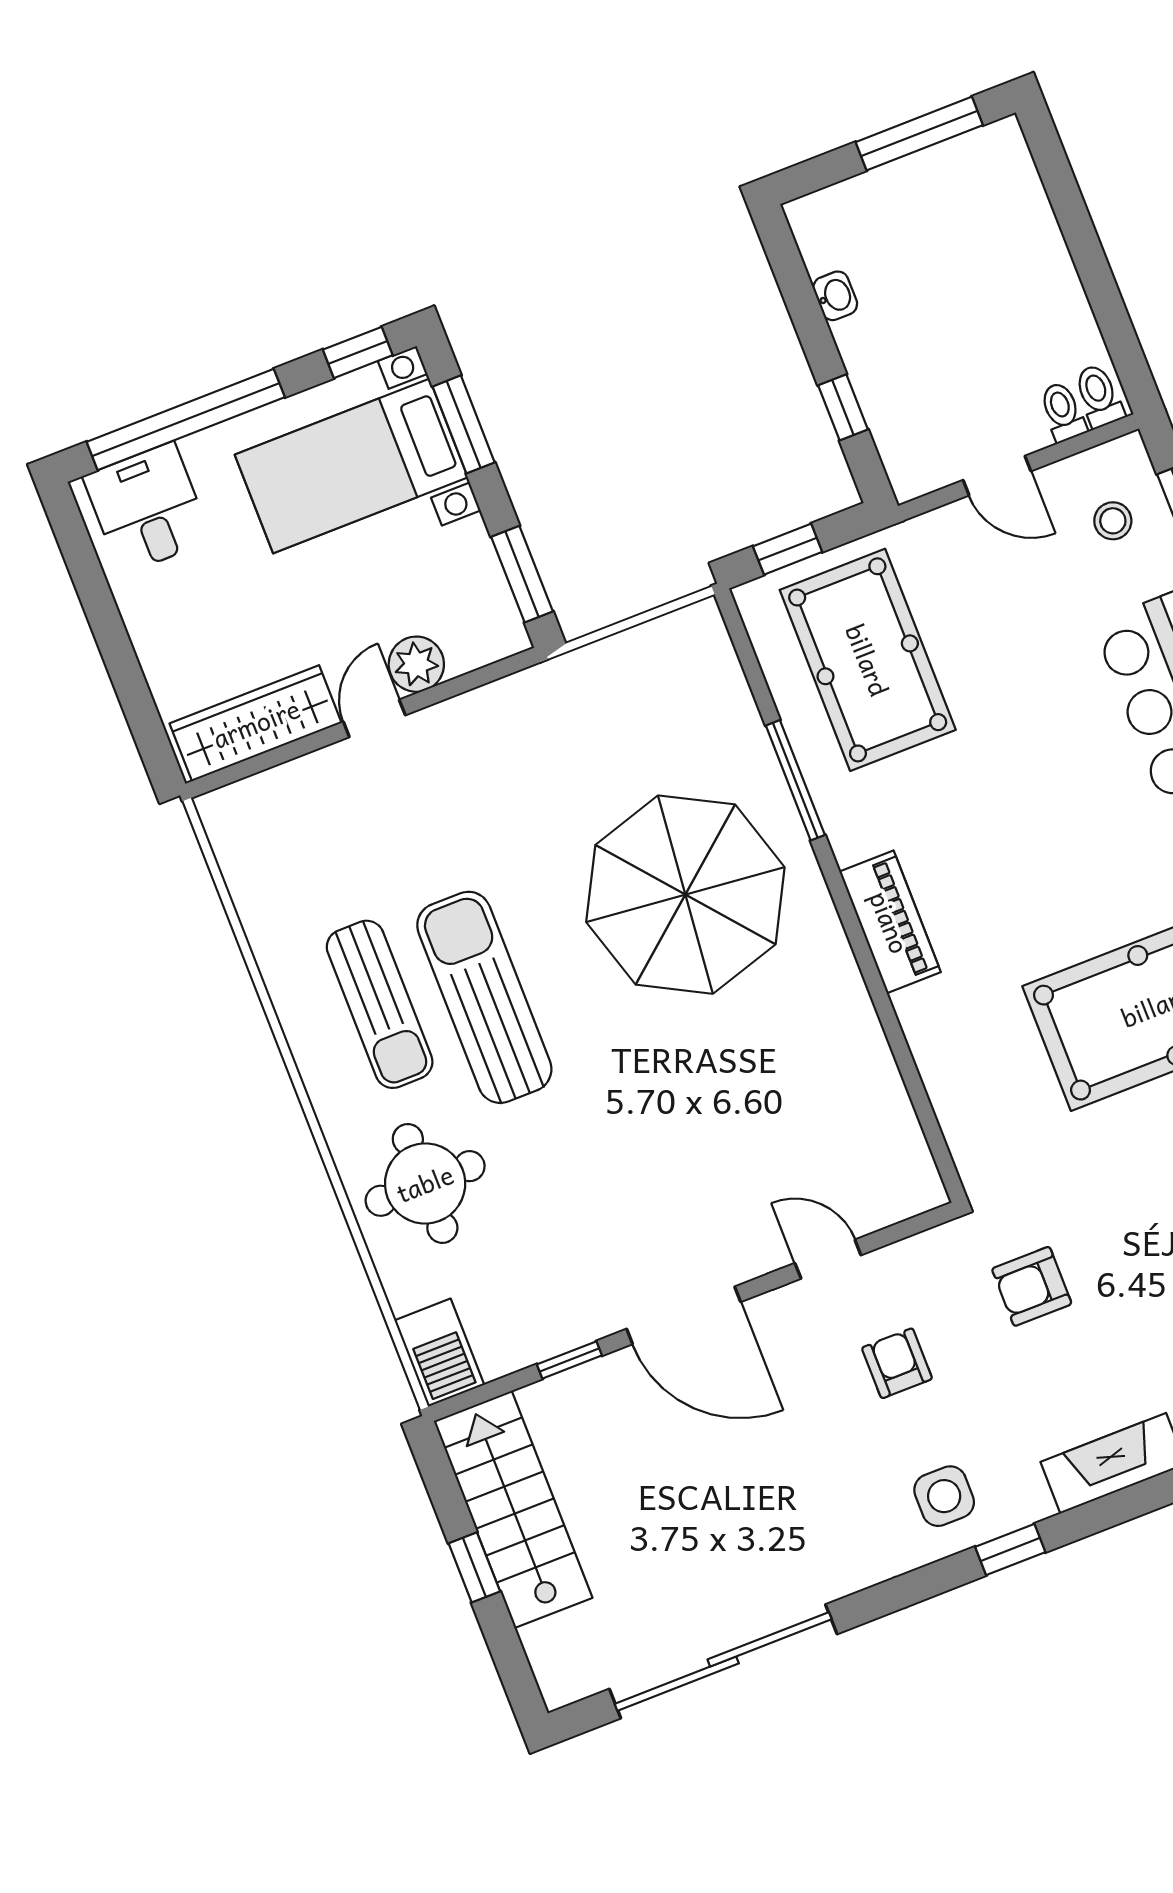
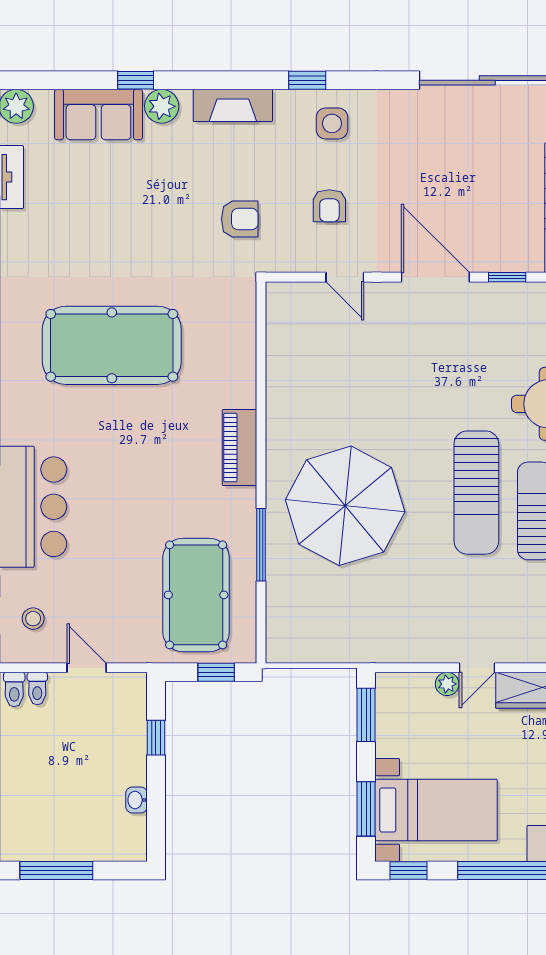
plant: (416, 664) -> (447, 684), width x0.73, depth x0.73

